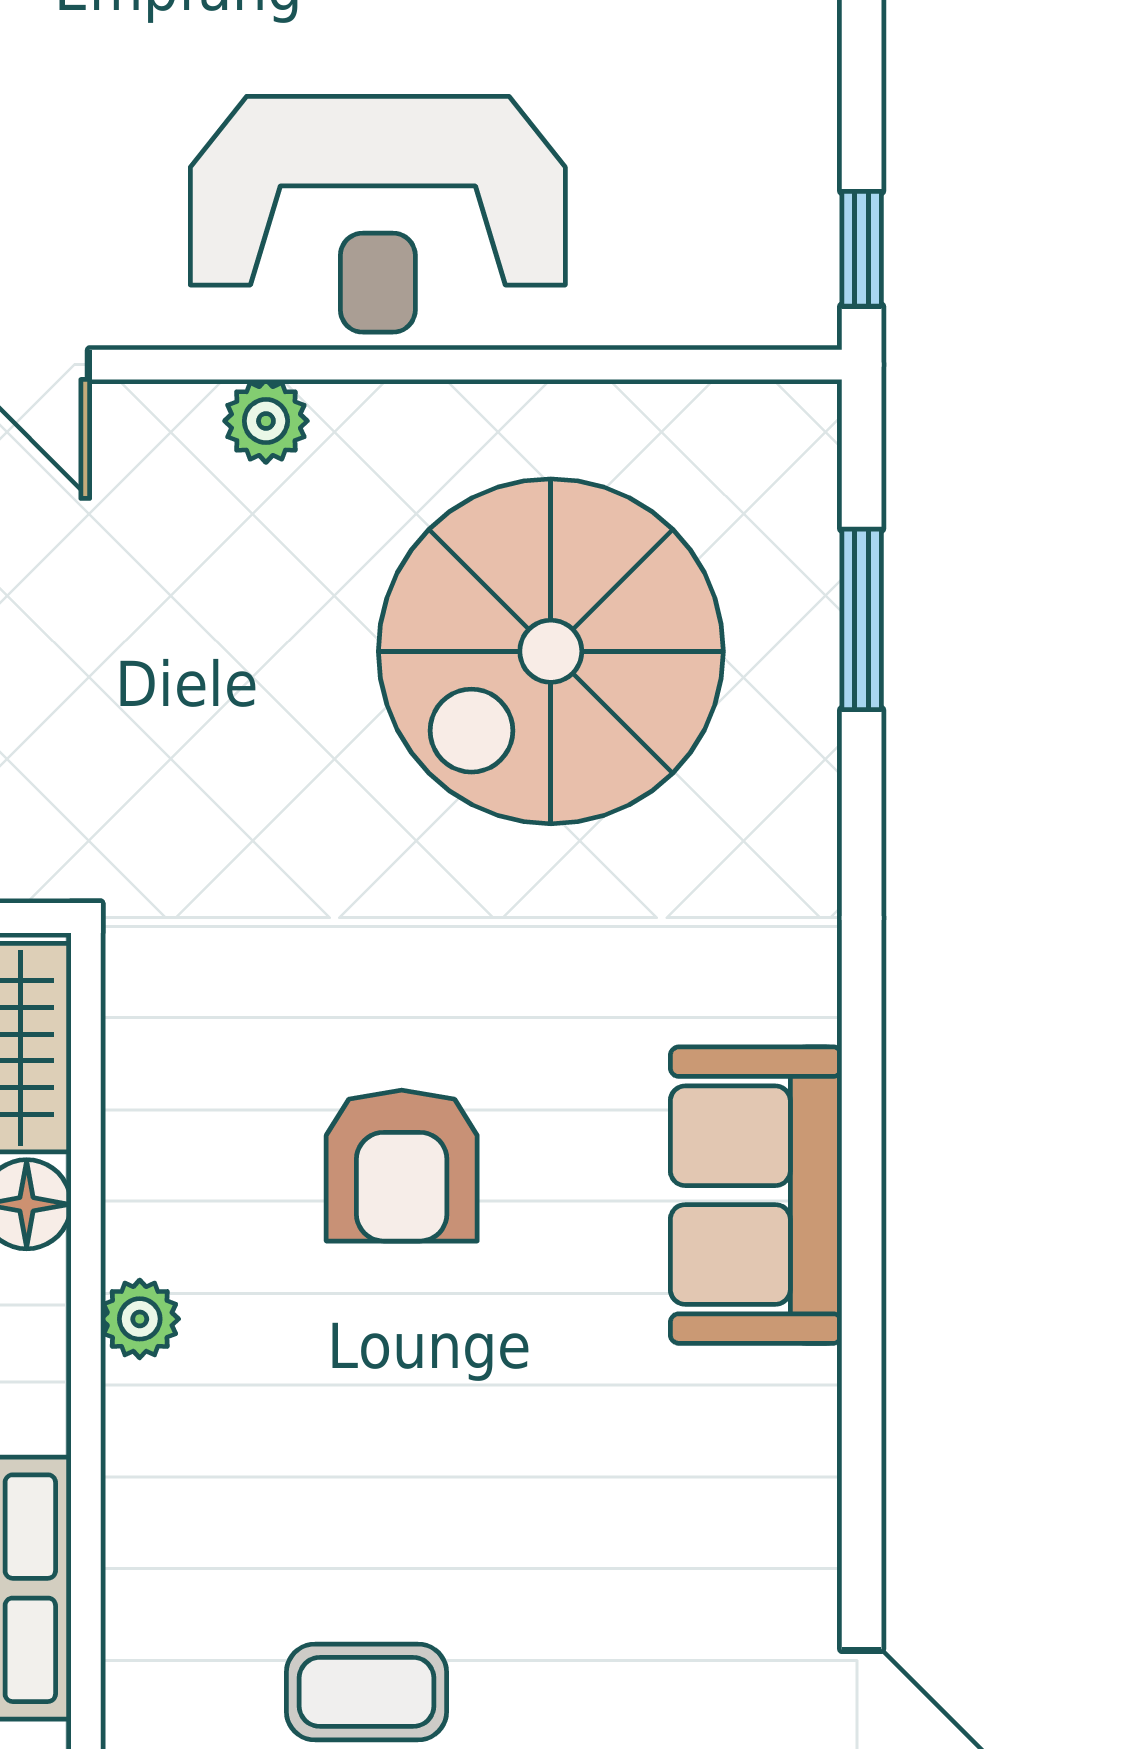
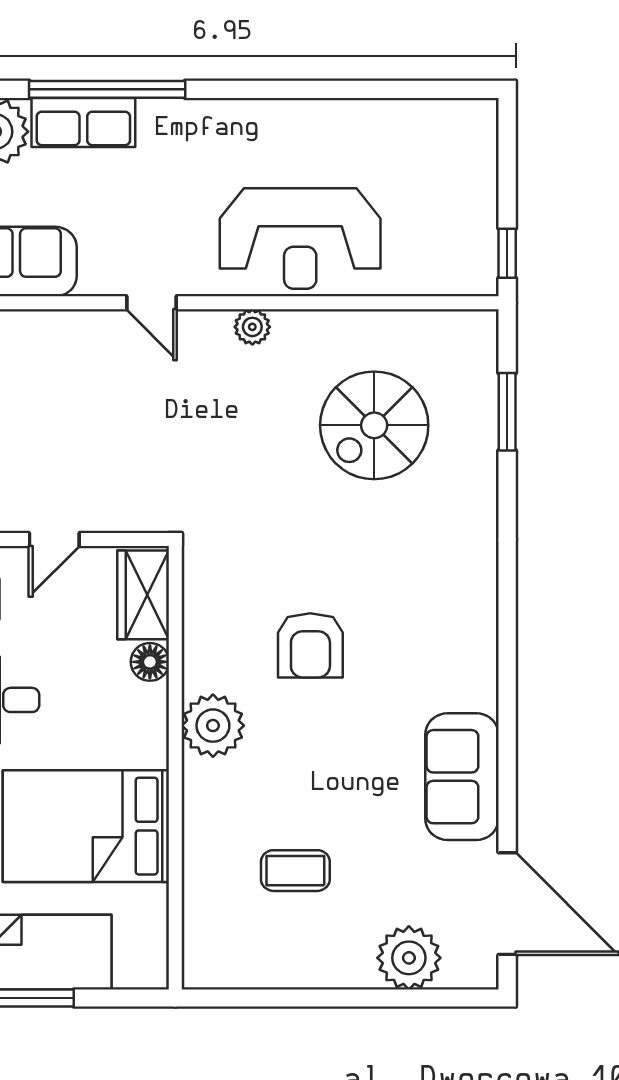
spiral stairs: (551, 651) -> (374, 425), width x0.73, depth x0.73
sofa: (756, 1195) -> (462, 777), moved
plant: (140, 1319) -> (213, 726), width x1.88, depth x1.88

